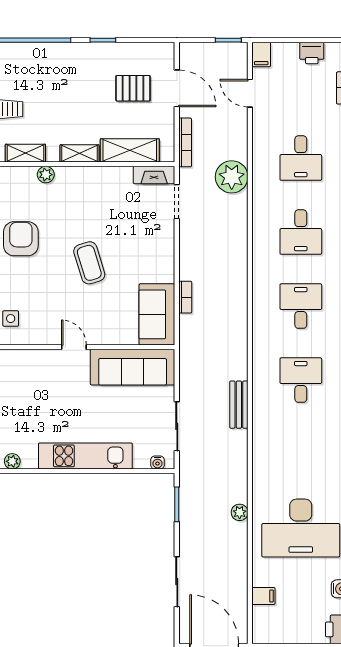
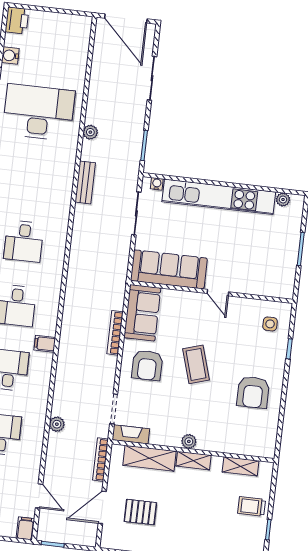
door: (177, 88) -> (102, 507), hinge flipped
plant: (46, 175) -> (189, 441), moved
plant: (232, 177) -> (57, 424), width x0.53, depth x0.53
armchair: (144, 255) -> (147, 365), added
bookcase: (185, 297) -> (115, 333), width x1.56
bench: (239, 405) -> (85, 182), moved
kitchen unit: (85, 456) -> (219, 197), width x1.36
filing cabinet: (263, 596) -> (45, 344), moved

